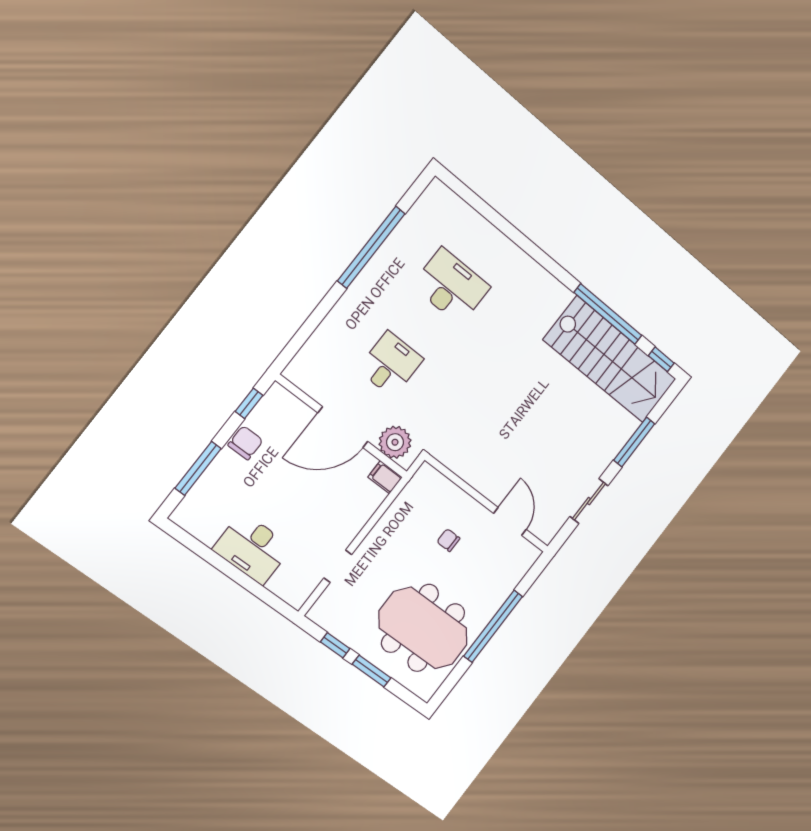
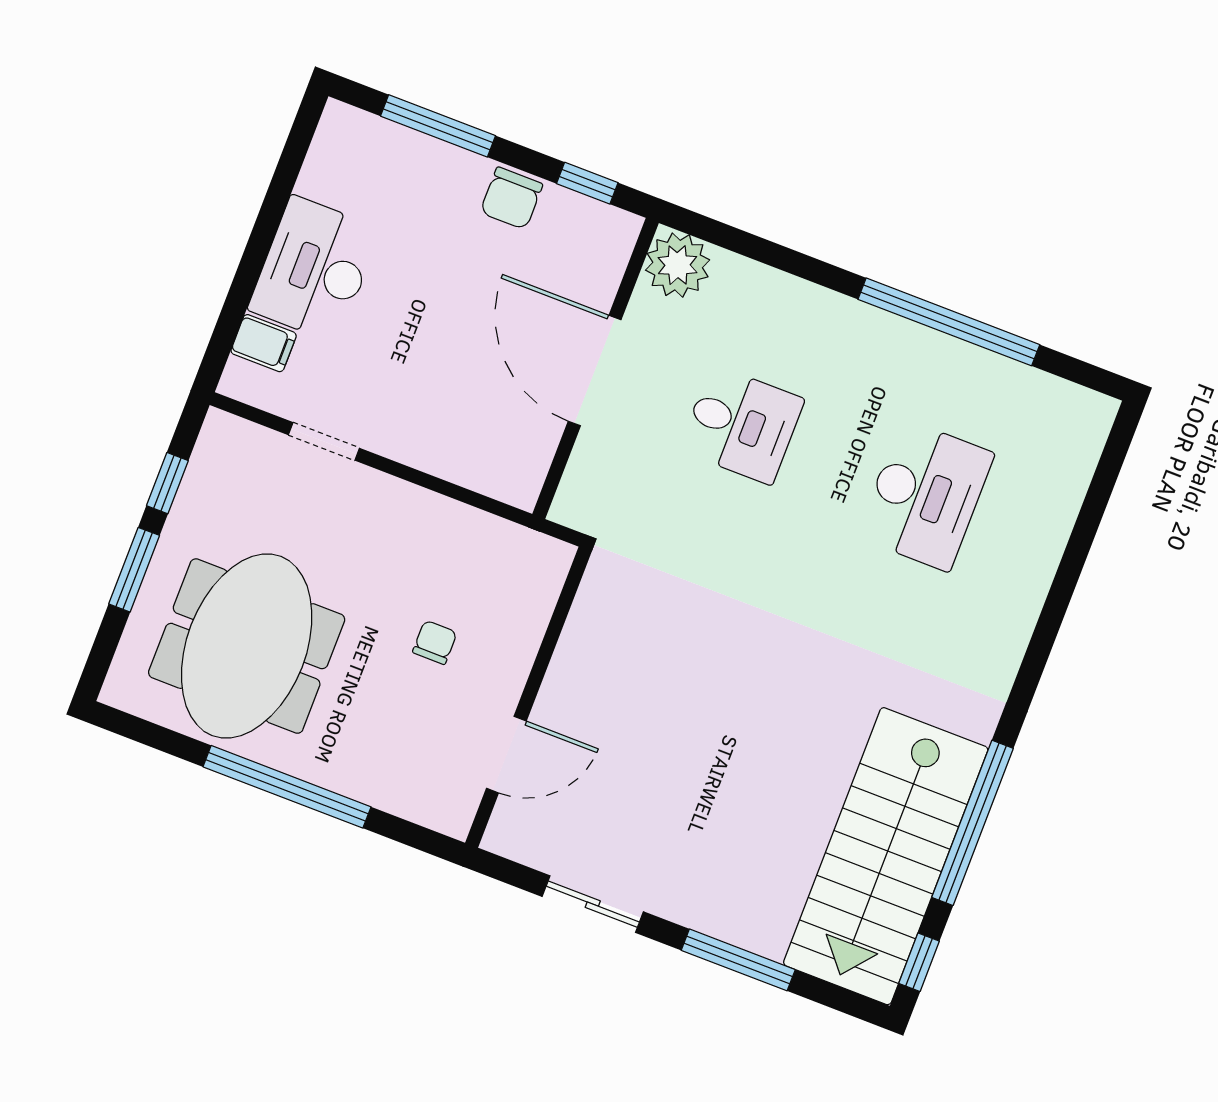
plant: (395, 442) -> (678, 265), moved
chair: (246, 443) -> (511, 198), turned 90
filing cabinet: (385, 477) -> (264, 343), moved, turned 90

